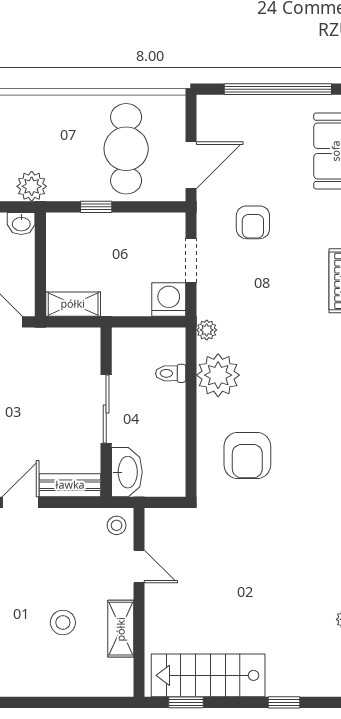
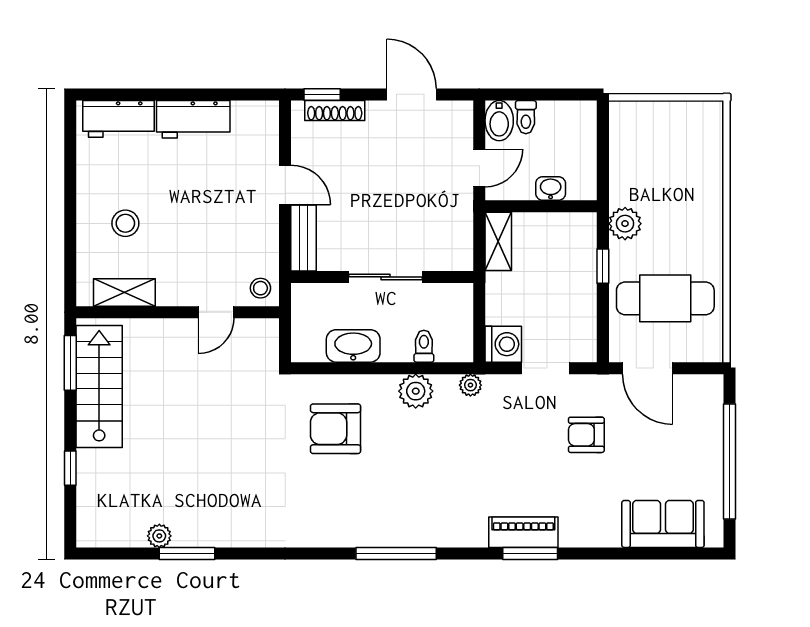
plant: (32, 186) -> (625, 224), moved
washbasin: (21, 223) -> (551, 188), moved, turned 90
plant: (218, 375) -> (416, 391), width x0.73, depth x0.73
washbasin: (127, 472) -> (353, 346), moved, turned 180
stool: (63, 622) -> (125, 223), moved
shelving: (121, 629) -> (124, 293), moved
window: (186, 702) -> (70, 363), width x1.50

